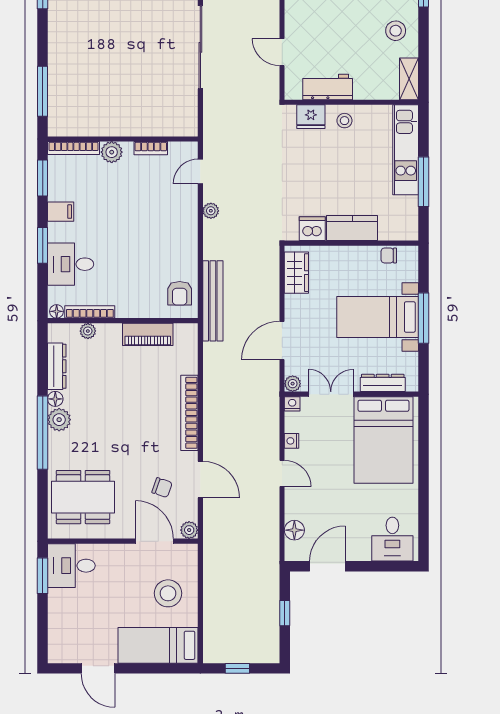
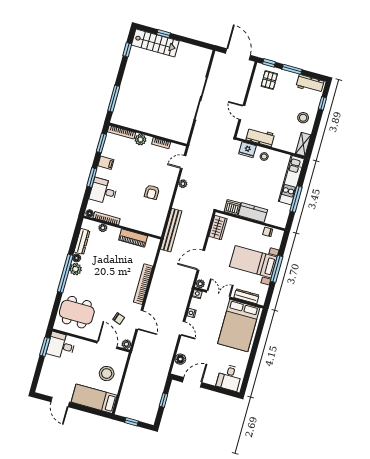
armchair: (180, 293) -> (152, 192), moved

